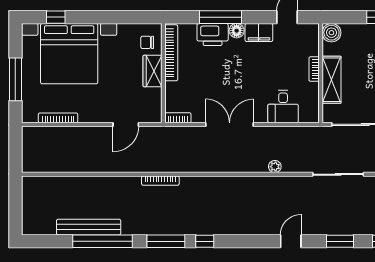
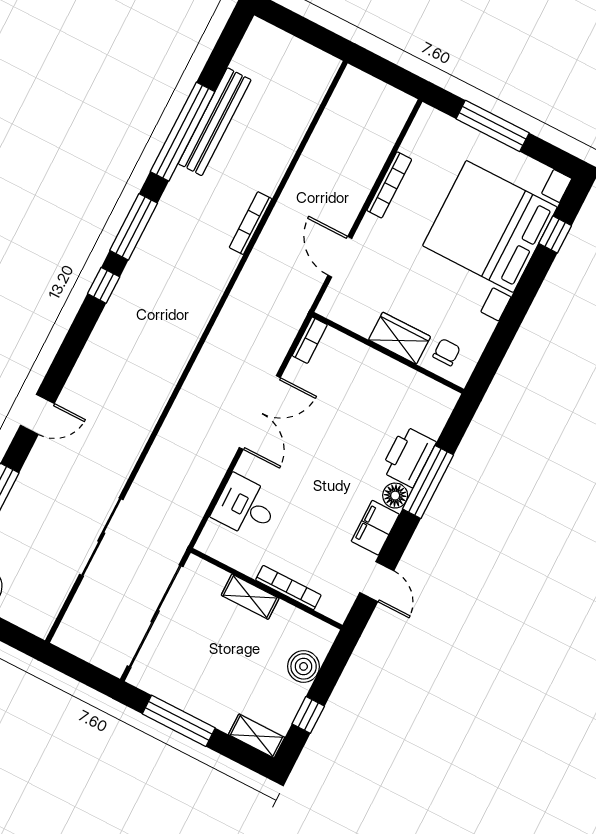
boiler: (331, 33) -> (304, 666), moved
bookcase: (171, 53) -> (412, 380), removed
bookcase: (314, 69) -> (288, 588), width x1.56
shelving: (332, 80) -> (250, 597), width x0.67, depth x0.75
bookcase: (58, 118) -> (389, 185), moved
plant: (275, 167) -> (162, 448), removed
bookcase: (160, 181) -> (251, 223), moved
door: (291, 241) -> (37, 414), hinge flipped

